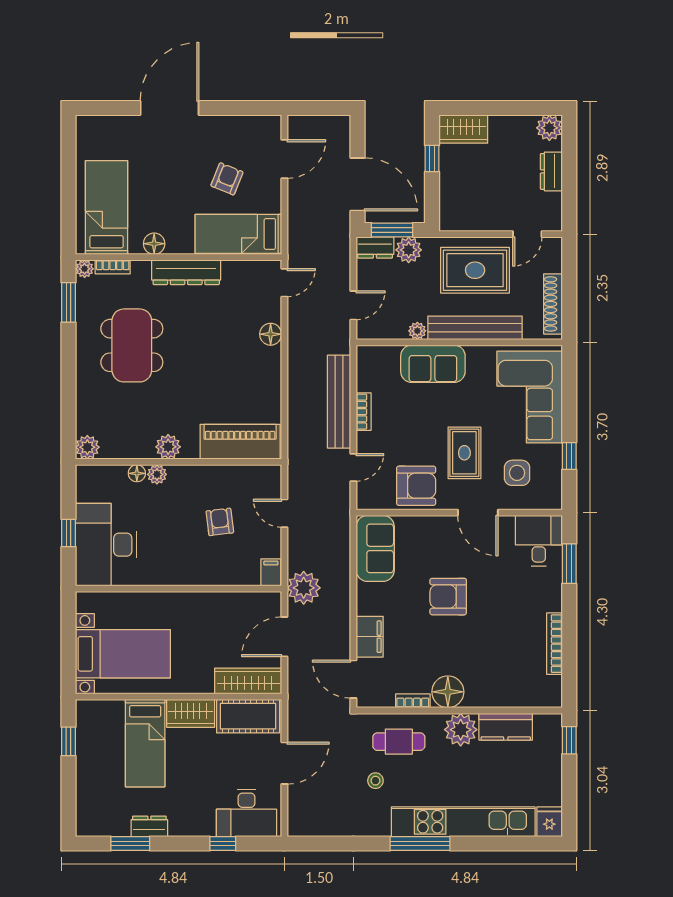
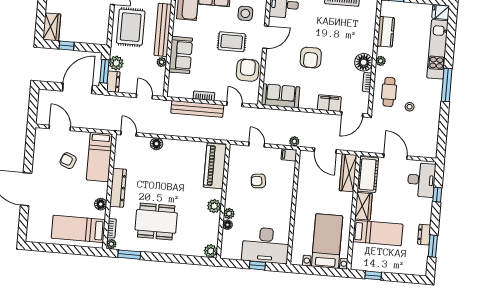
door: (284, 513) -> (257, 145), swing flipped
plant: (304, 588) -> (294, 141), width x0.53, depth x0.53
plant: (461, 730) -> (381, 61), width x0.53, depth x0.53
kitchen unit: (463, 822) -> (438, 49), width x0.73

